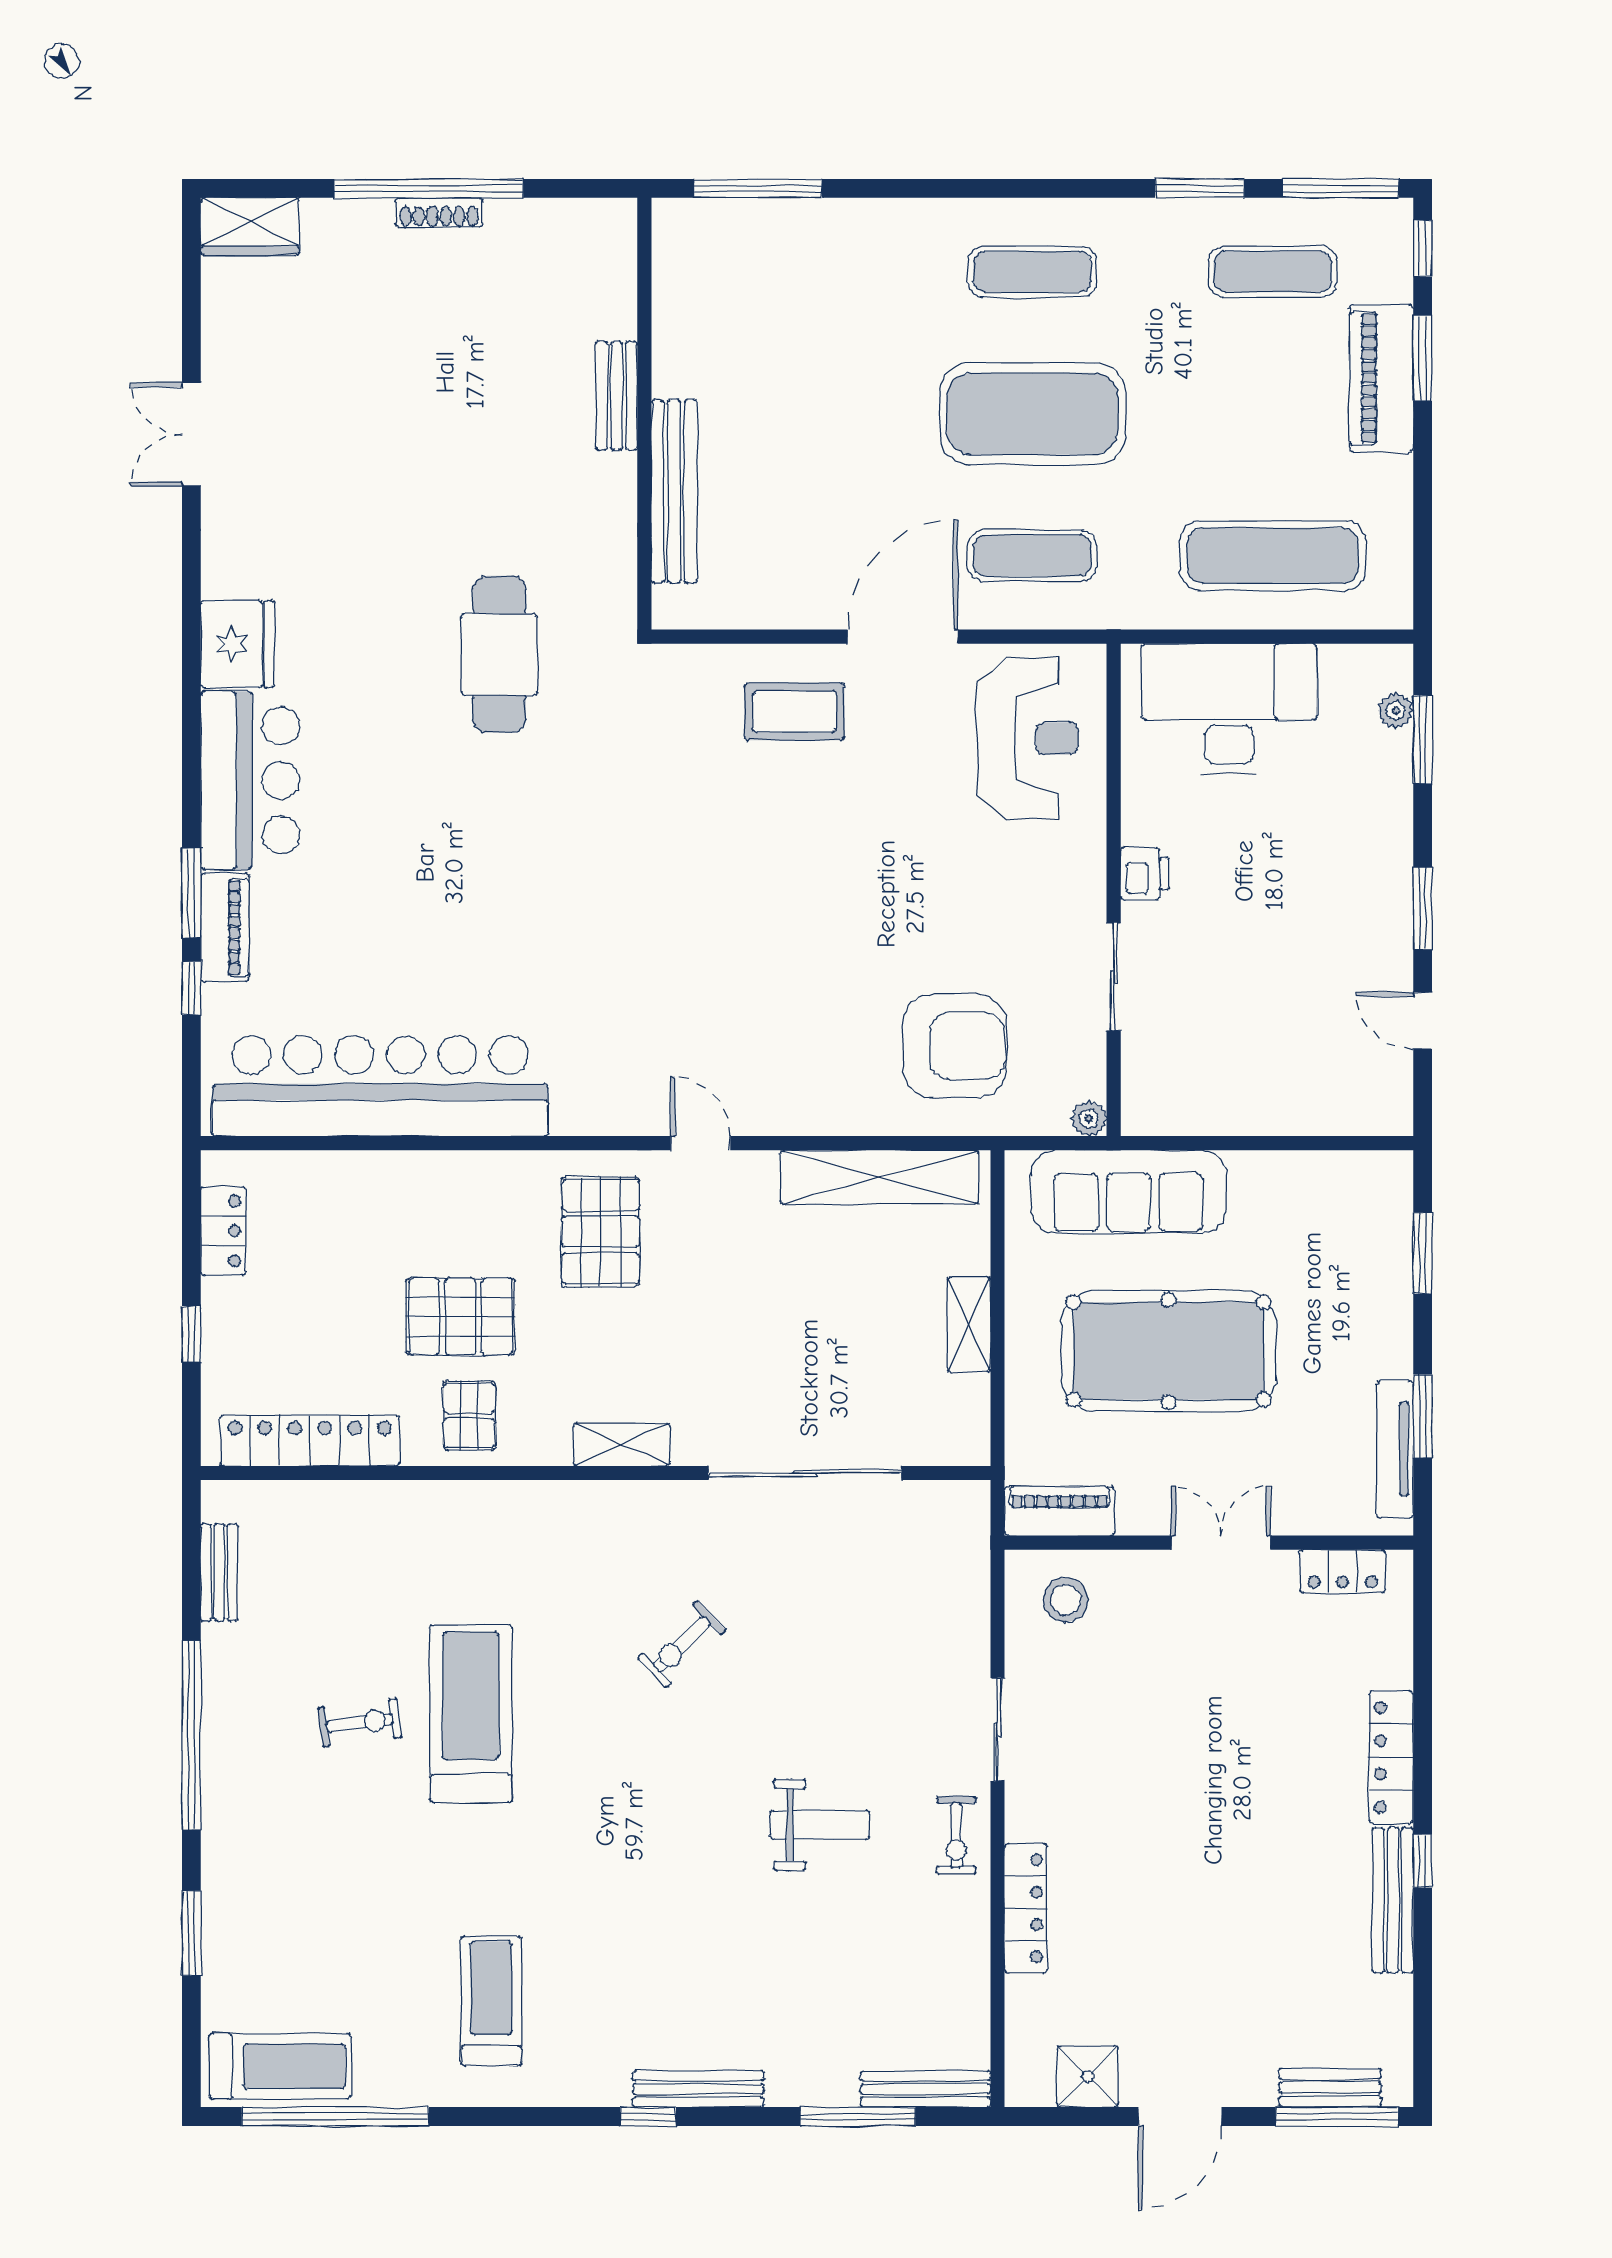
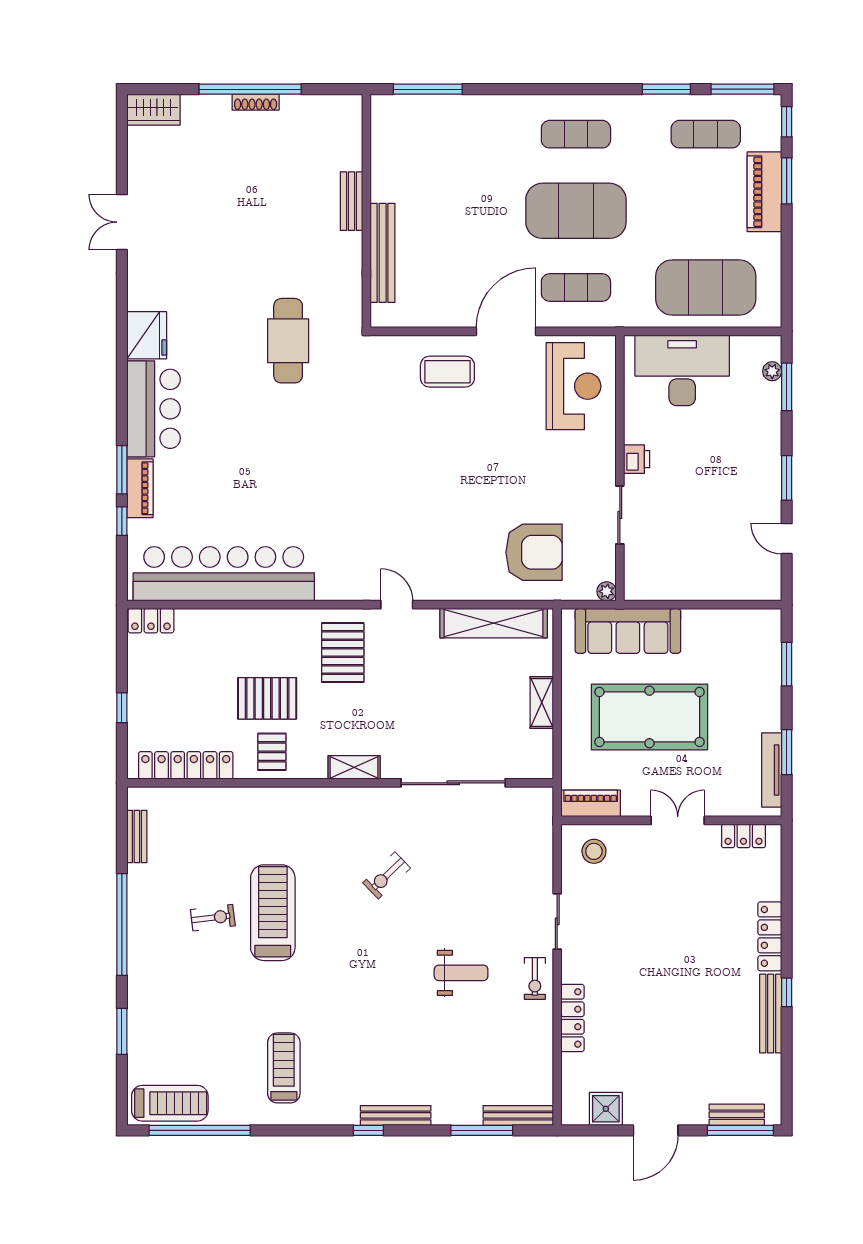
exercise mat: (1273, 556) -> (706, 287), width x1.47
locker: (223, 1231) -> (151, 621), moved, turned 90

